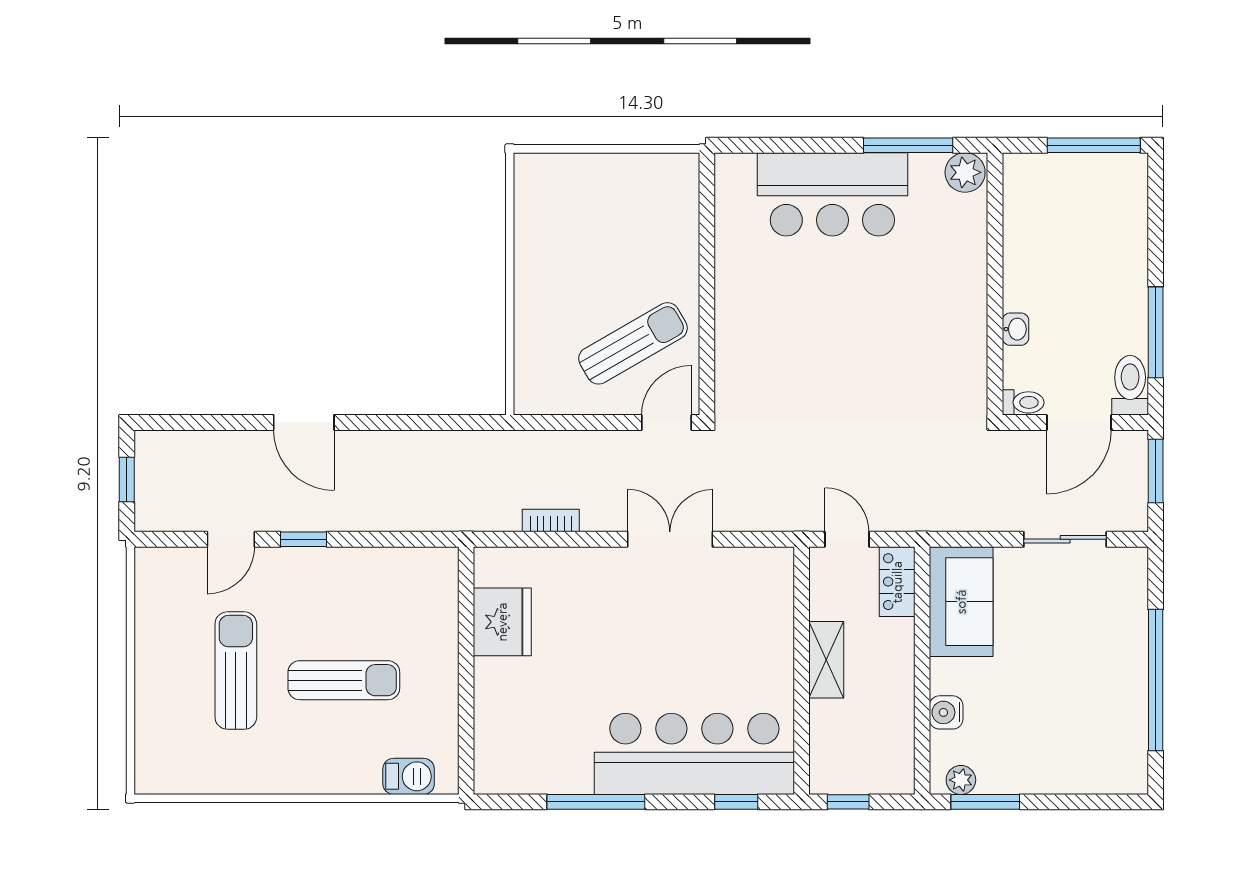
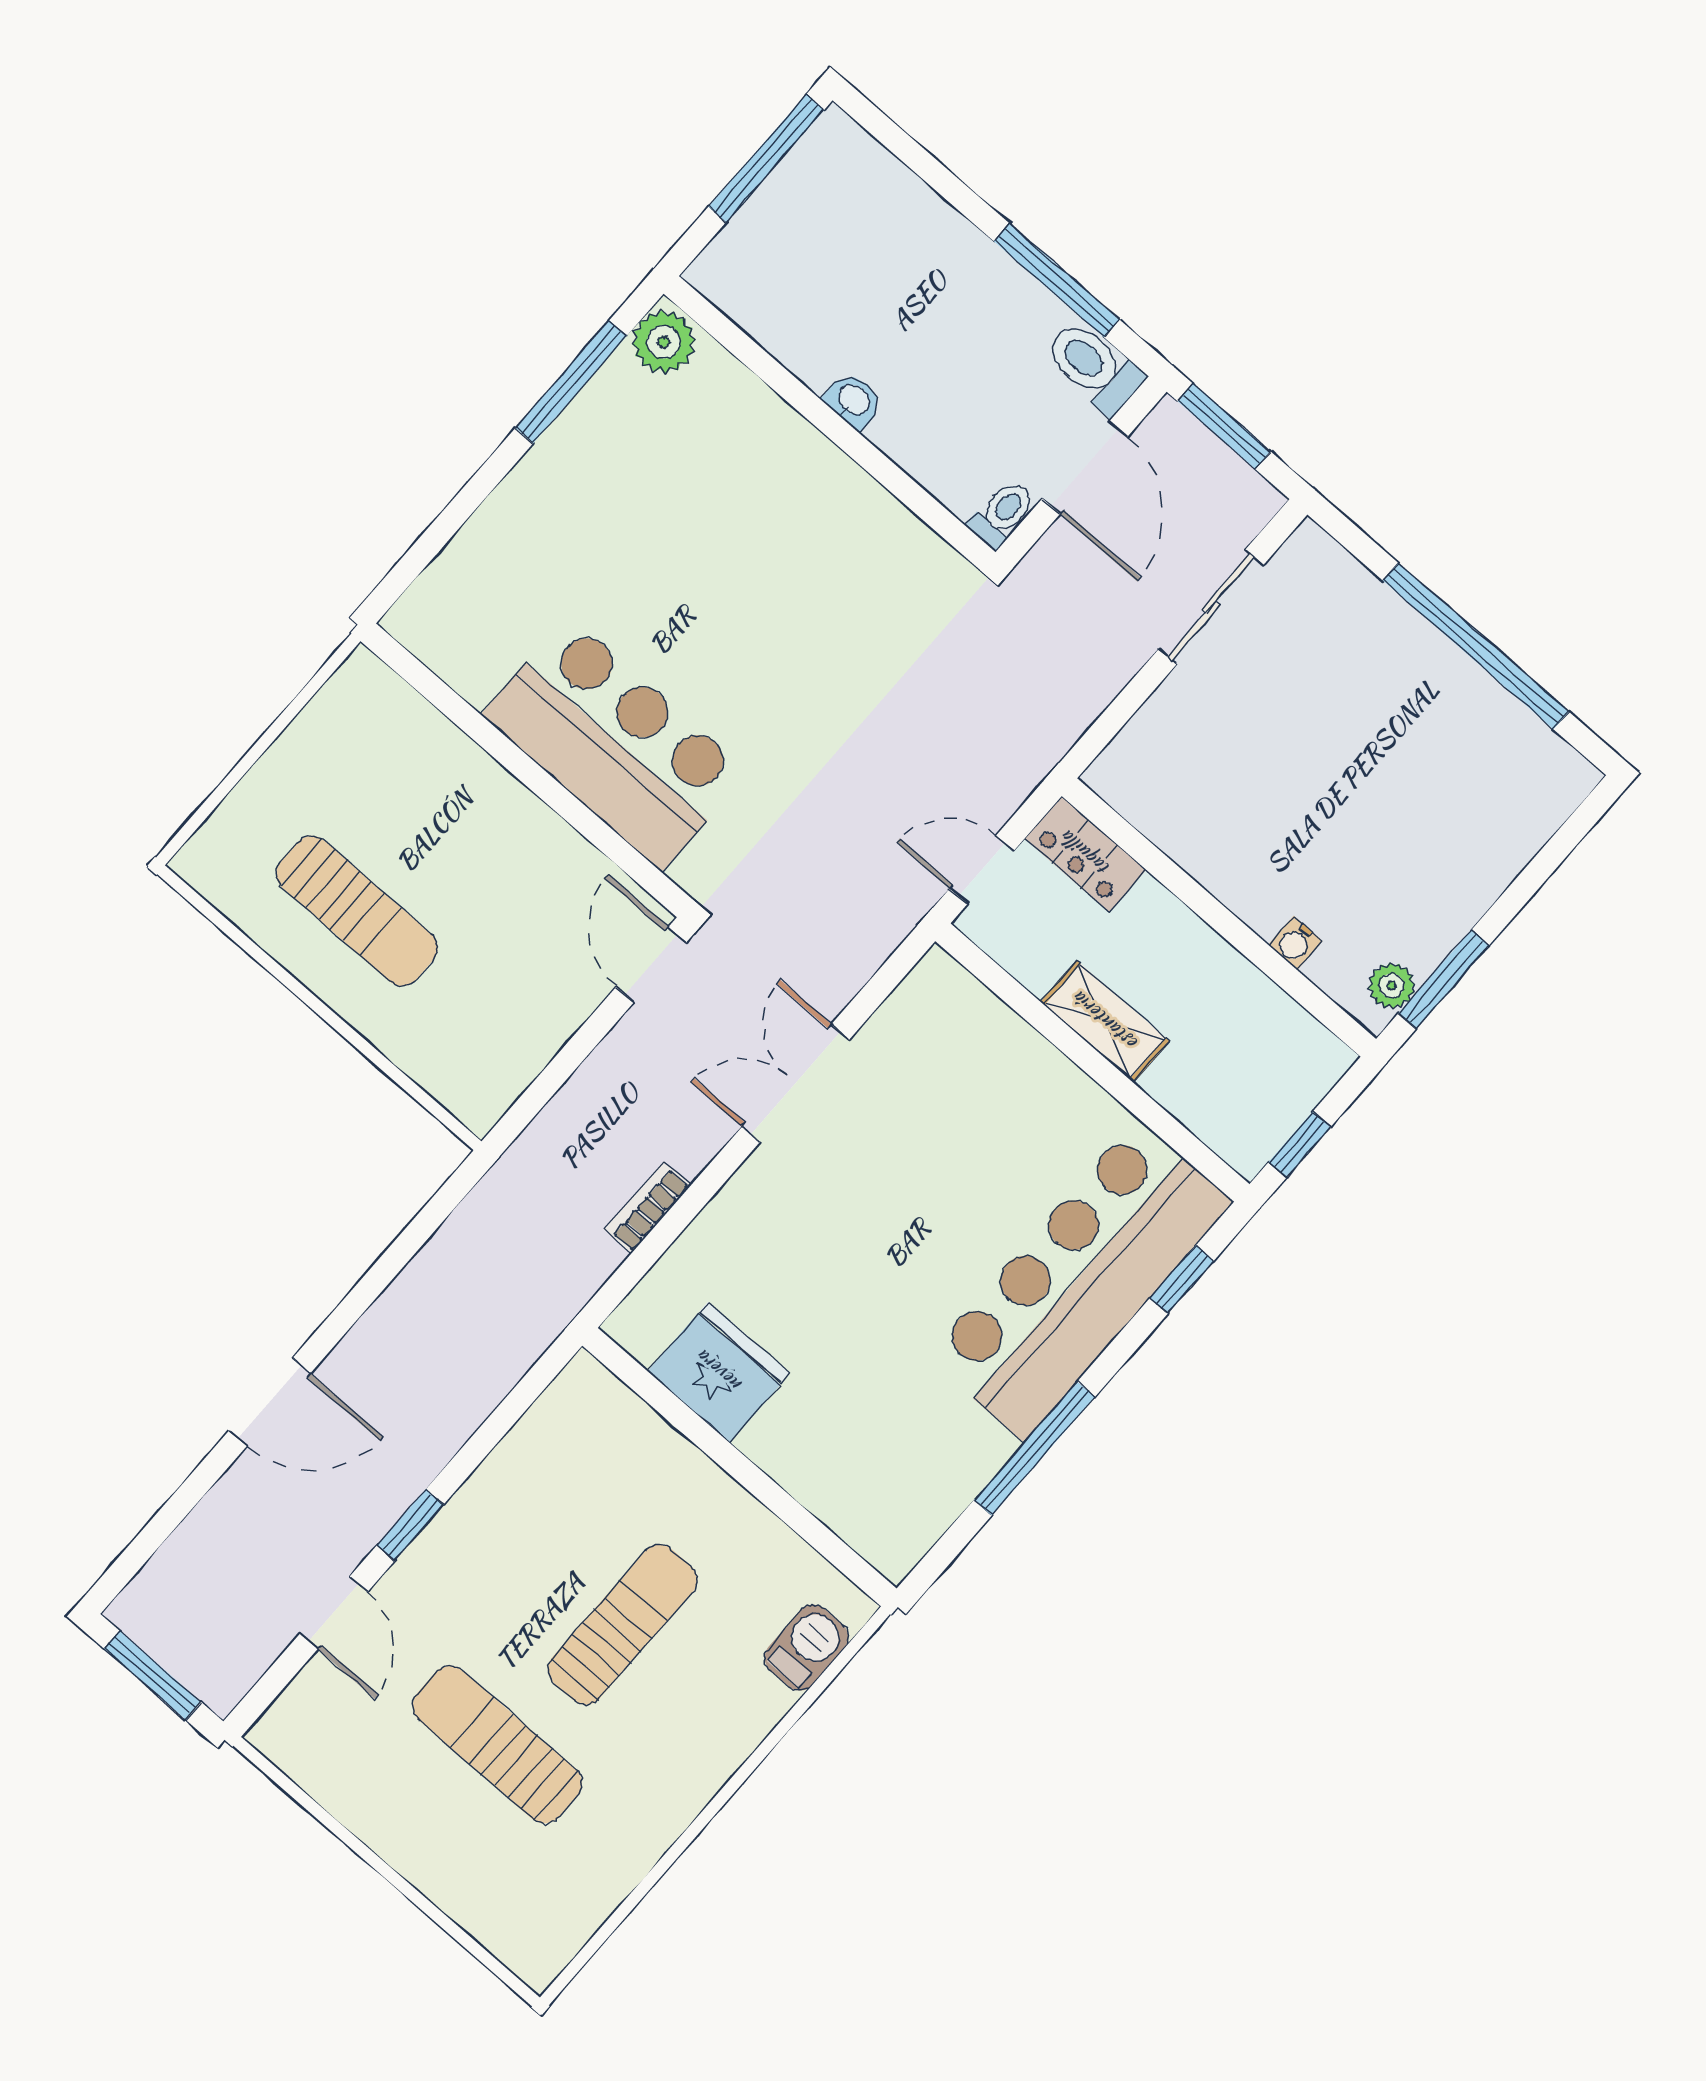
bar counter: (832, 194) -> (615, 743), moved, turned -90
washbasin: (1016, 329) -> (853, 400), moved
sun lounger: (633, 343) -> (357, 911), moved, turned 120
window: (127, 479) -> (152, 1675), width x1.50
sofa: (961, 602) -> (1177, 798), removed
water cooler: (946, 712) -> (1295, 943), width x0.72, depth x0.72

